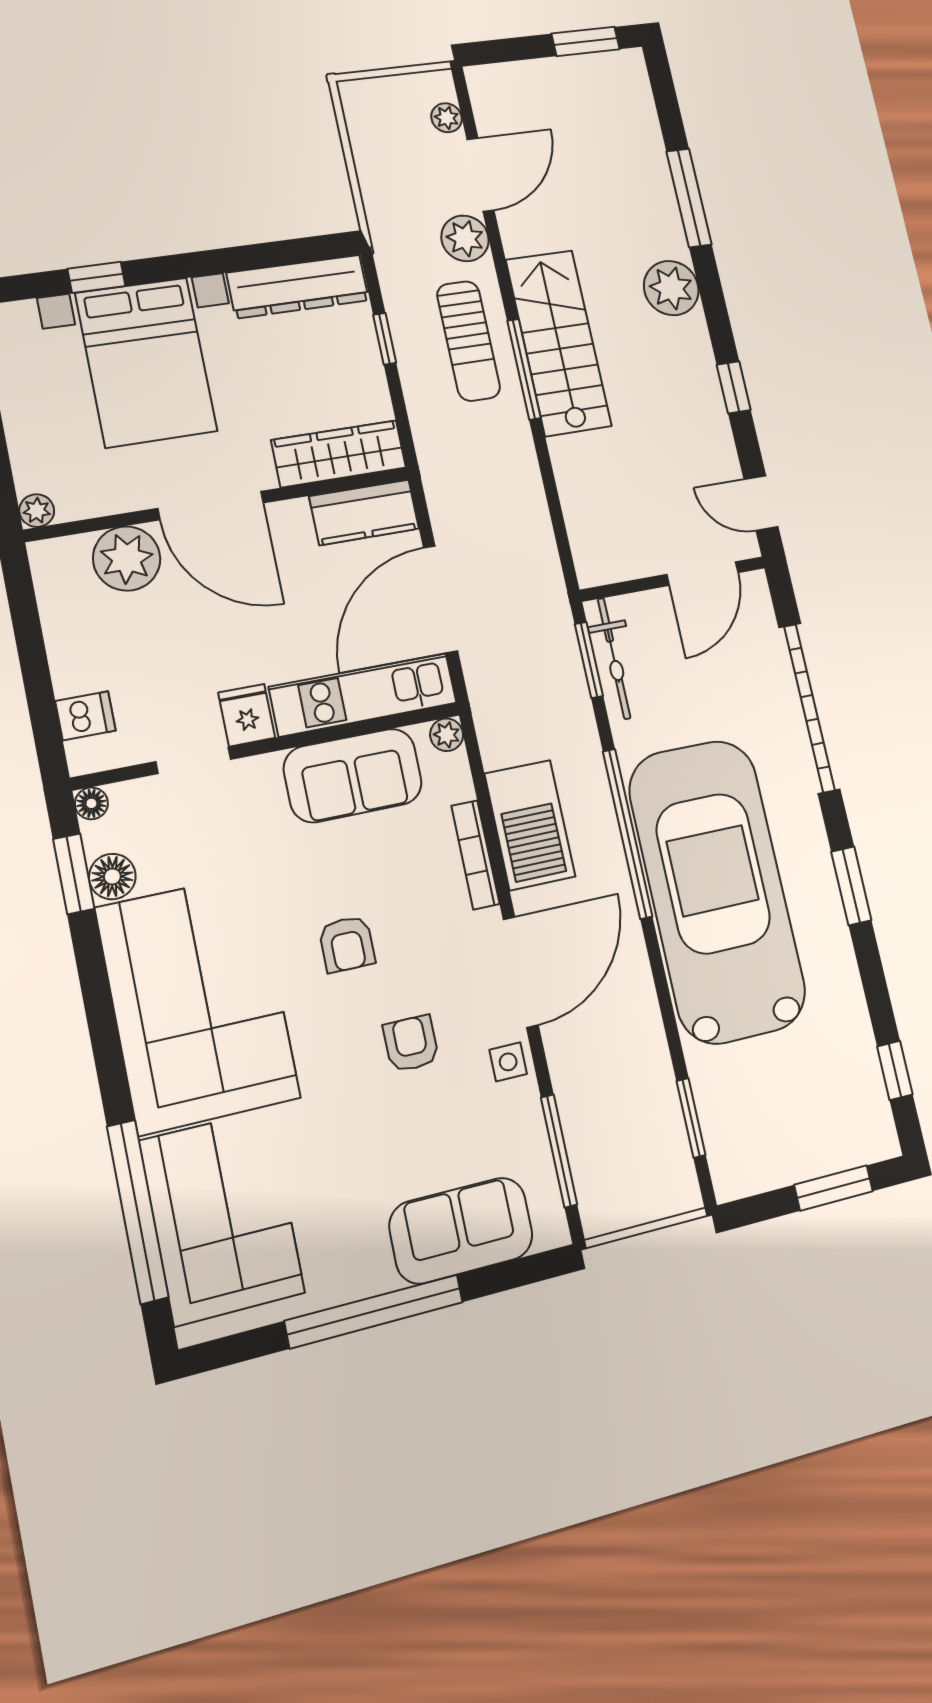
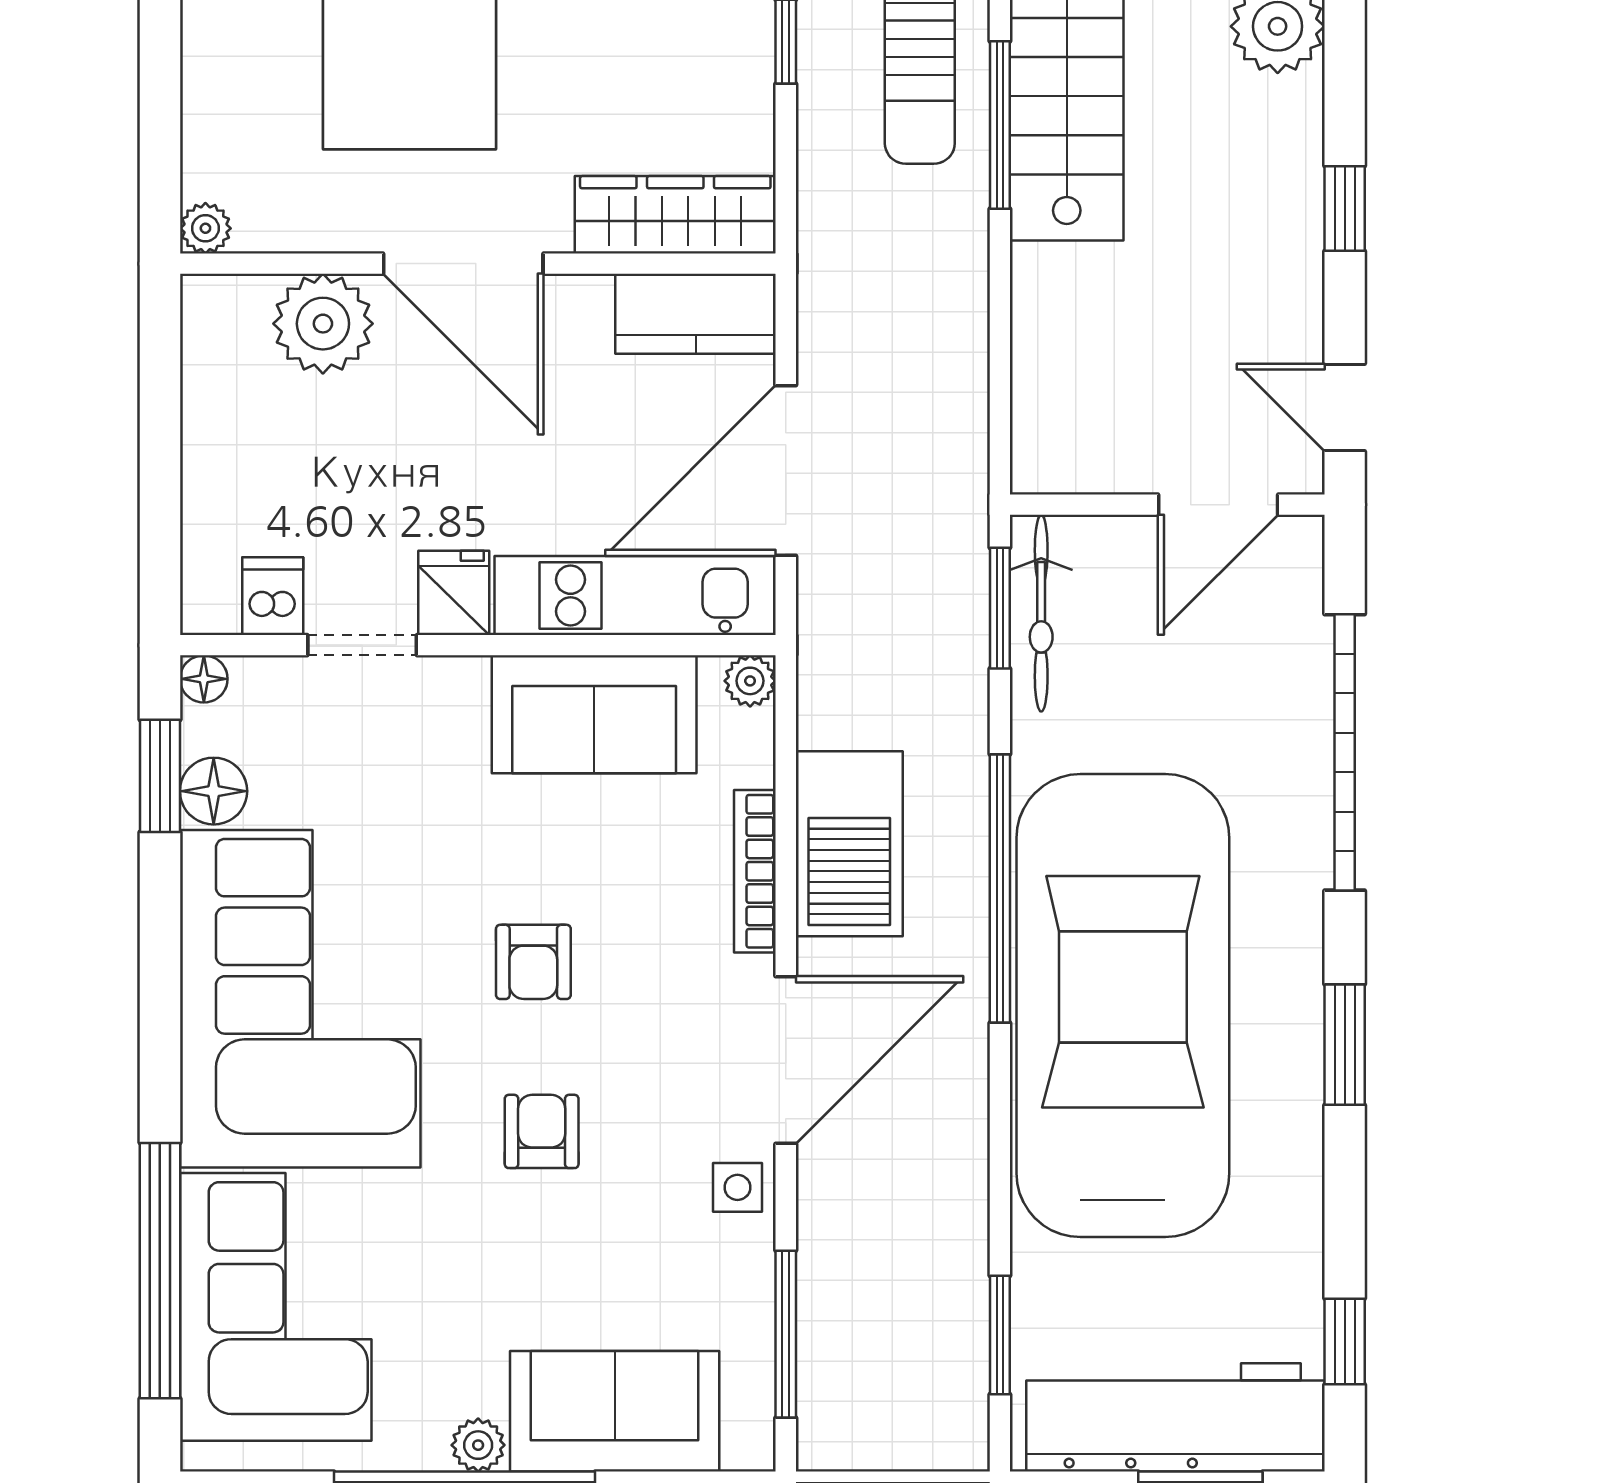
dishwasher: (85, 716) -> (273, 596), moved, turned -90
armchair: (411, 1044) -> (542, 1131), moved
workbench: (808, 1144) -> (1175, 1417), added
plant: (377, 1277) -> (478, 1445), added

